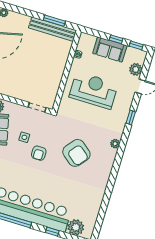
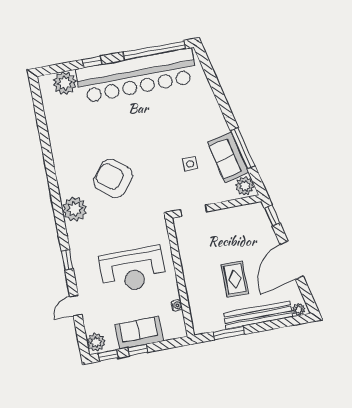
bench: (53, 29) -> (258, 315), moved
rug: (34, 52) -> (235, 279), added
plant: (136, 69) -> (96, 342), moved
plant: (115, 144) -> (75, 209), width x1.88, depth x1.88
armchair: (39, 153) -> (161, 153), removed

